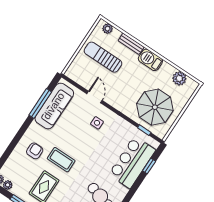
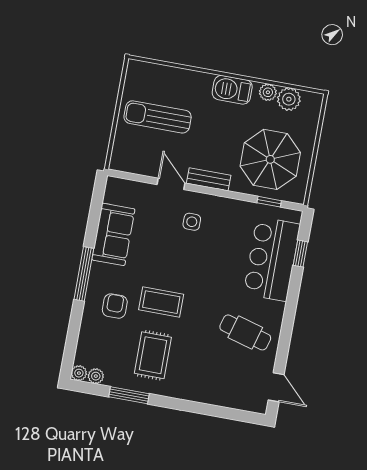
plant: (108, 29) -> (268, 92), moved
bench: (131, 44) -> (209, 179), moved
window: (40, 103) -> (84, 274), moved
sofa: (54, 106) -> (113, 234), width x0.73

